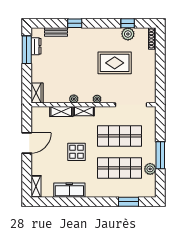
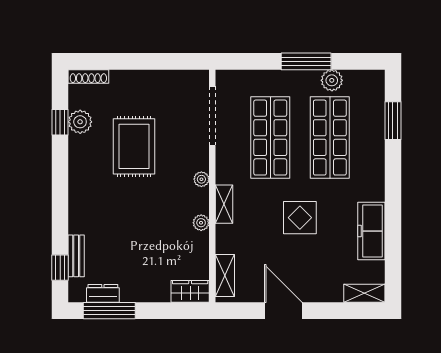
window: (75, 23) -> (60, 268), moved
shelving: (61, 112) -> (225, 276), moved

